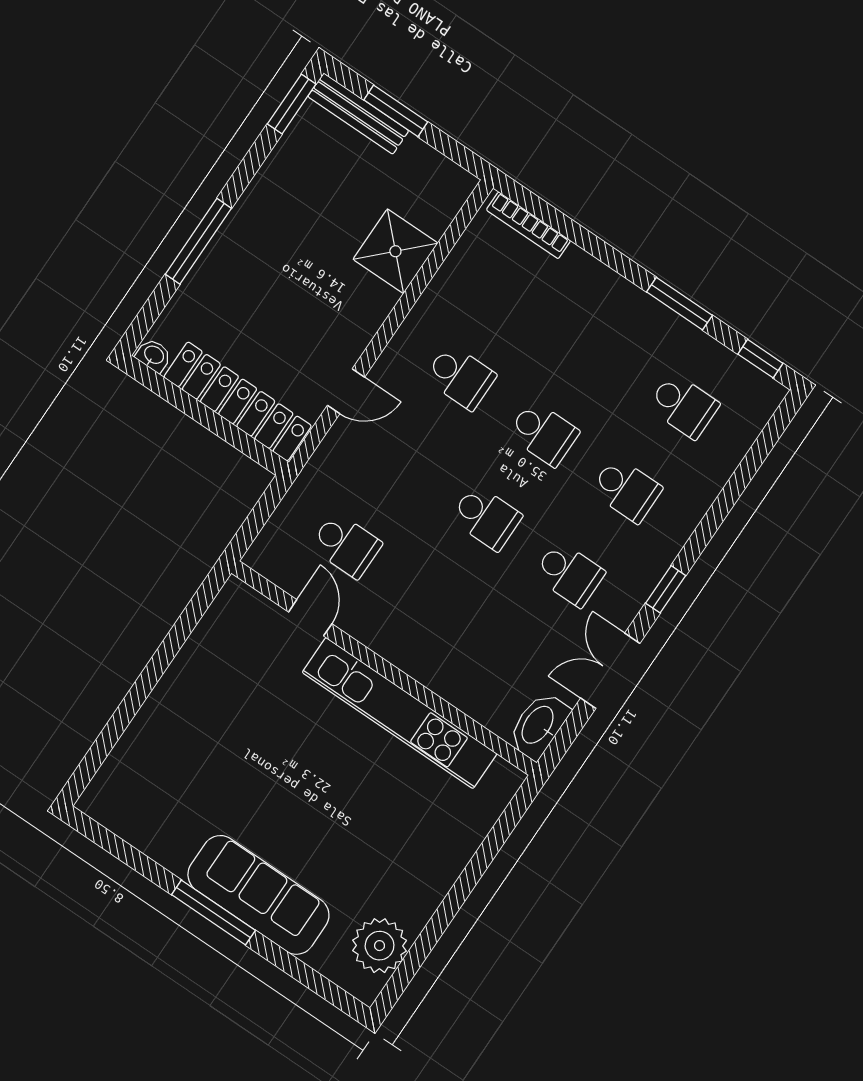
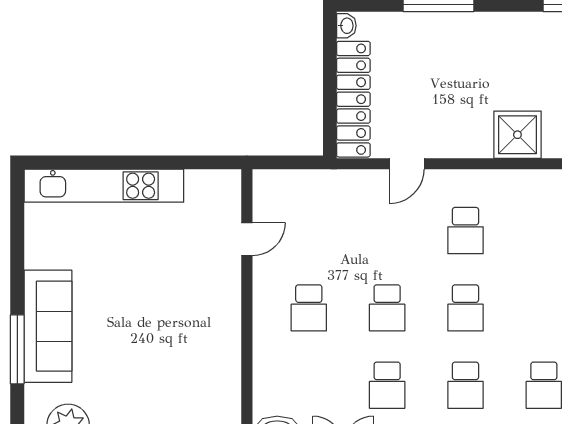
door: (346, 391) -> (407, 164), hinge flipped
school desk: (346, 545) -> (309, 308), moved
kitchen unit: (400, 713) -> (104, 186), moved, turned -90
window: (213, 912) -> (17, 349), moved

